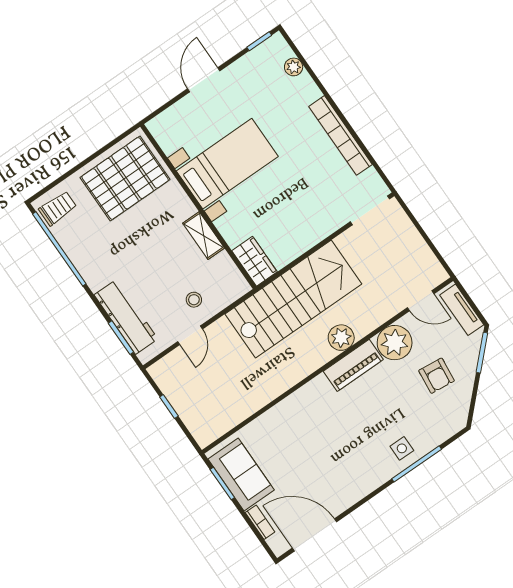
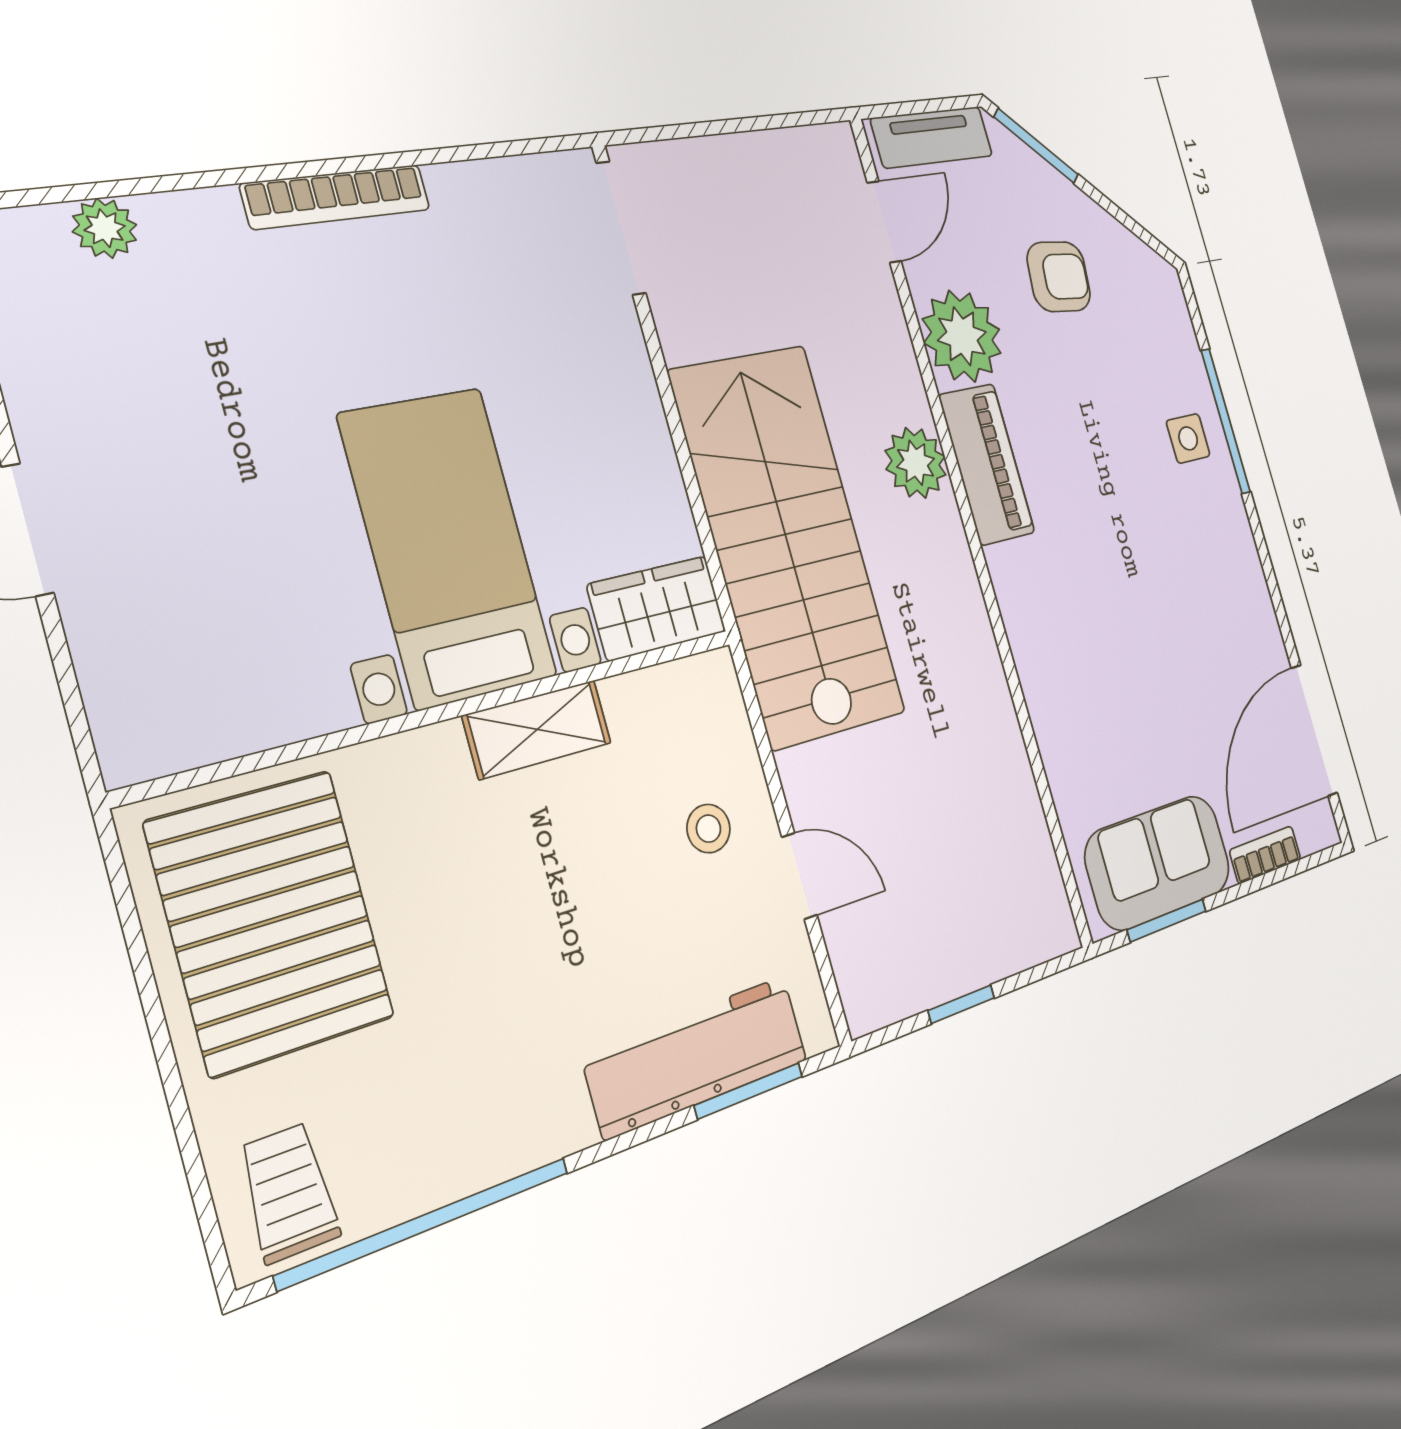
bookcase: (341, 135) -> (336, 197), width x0.68, depth x0.76
bed with nightstands: (227, 164) -> (448, 546), moved

